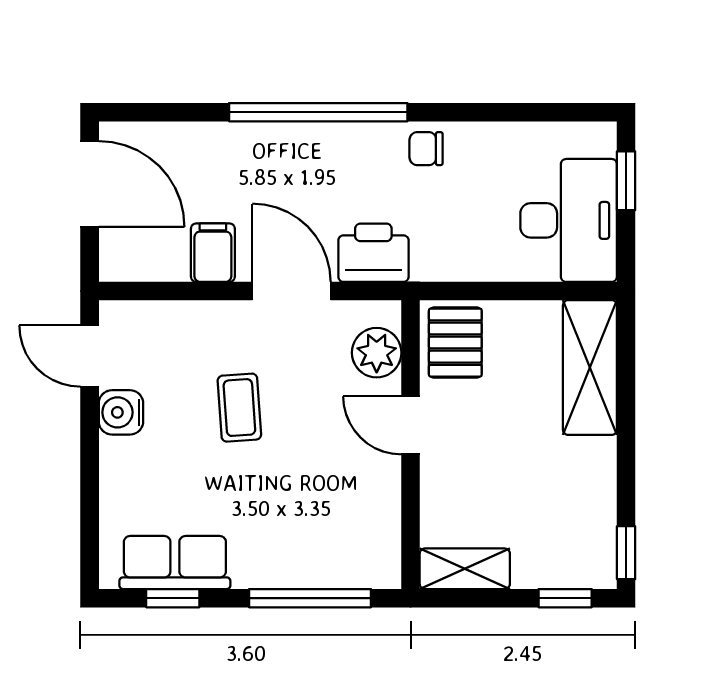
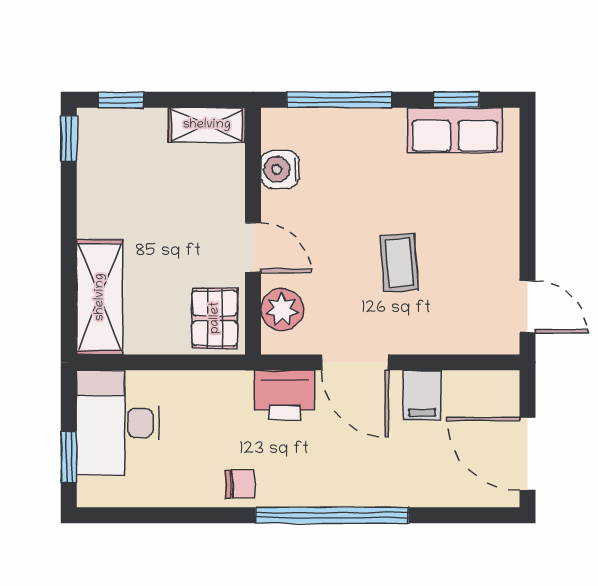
water cooler: (121, 412) -> (280, 169), moved, turned 180

